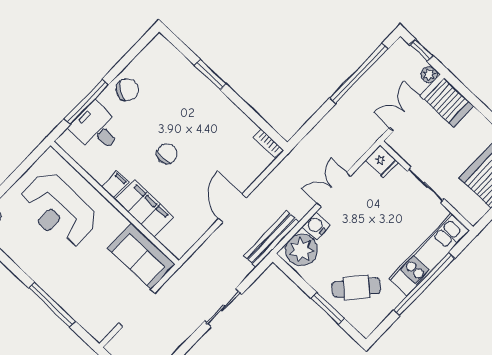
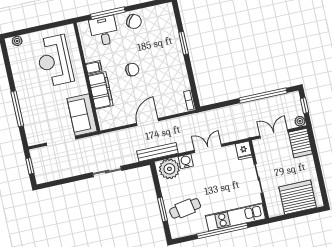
cafe table: (356, 287) -> (185, 208), turned -51

